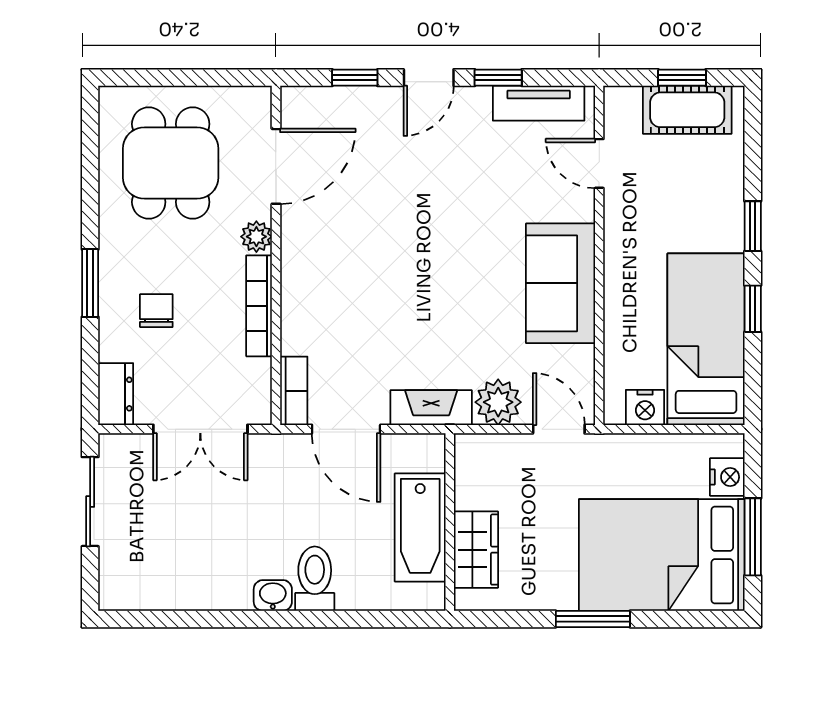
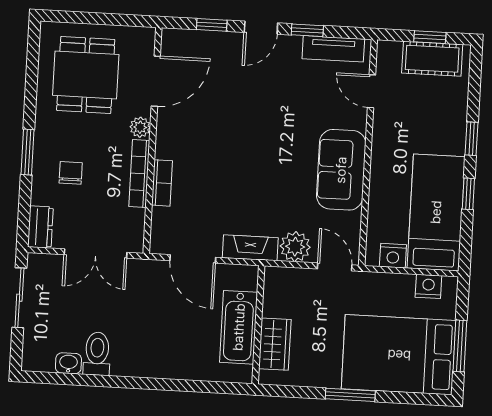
bookcase: (294, 391) -> (162, 183), moved
nightstand: (727, 477) -> (428, 286), moved, turned -90
toilet: (315, 579) -> (97, 354), moved
washbasin: (273, 595) -> (68, 363), moved

